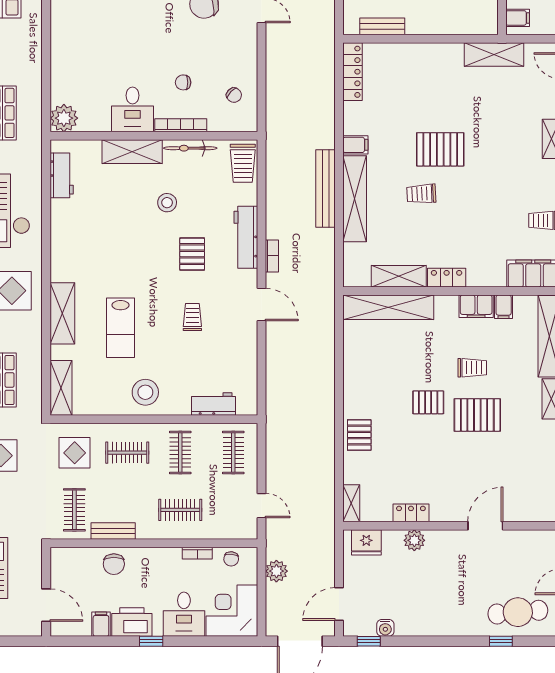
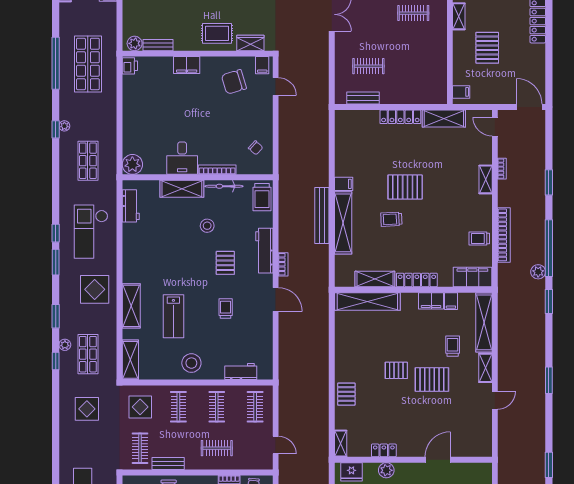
locker: (353, 72) -> (400, 117), moved, turned 90
chair: (183, 82) -> (219, 139), removed
locker: (447, 278) -> (417, 280), width x1.53
trolley: (472, 368) -> (453, 346), moved, turned -90
clothes rail: (127, 453) -> (178, 407), turned 90

